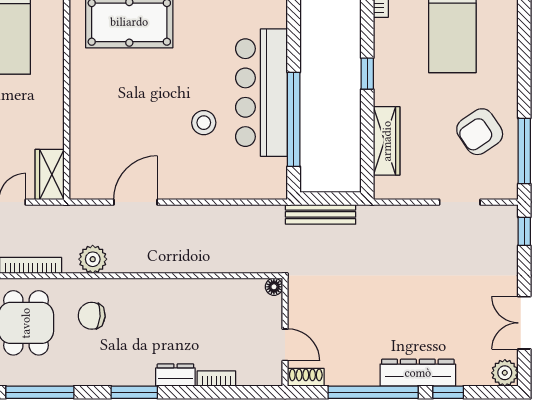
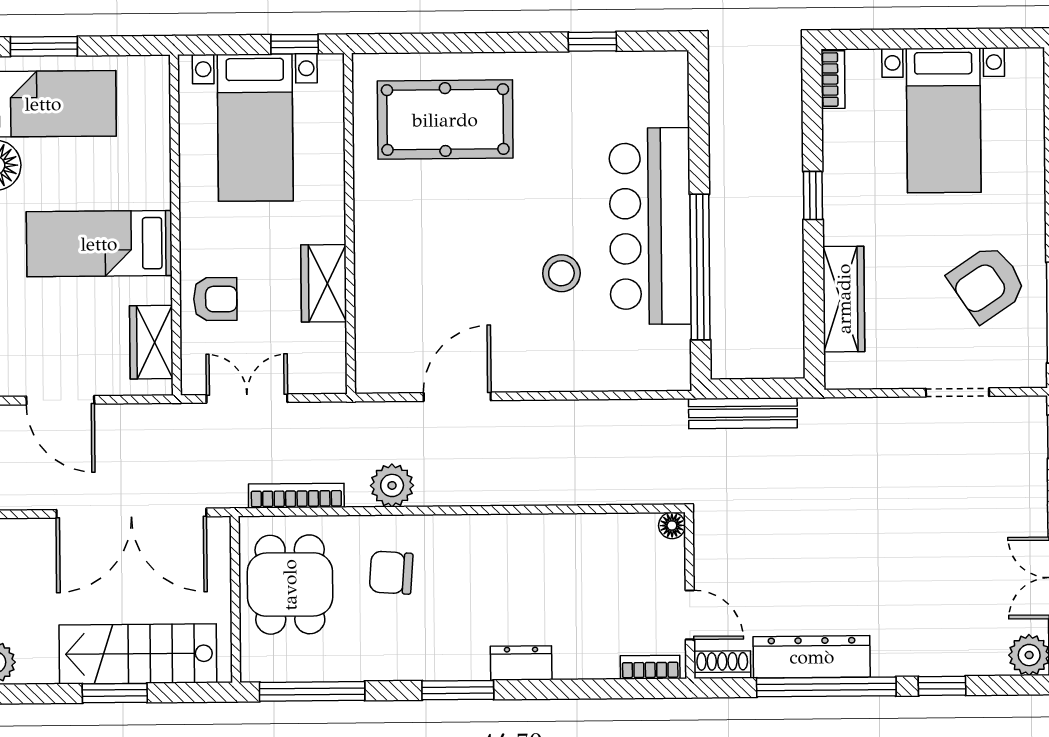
wardrobe: (50, 175) -> (324, 283), moved
dresser: (418, 373) -> (812, 657), moved
bookcase: (216, 378) -> (650, 667), moved

